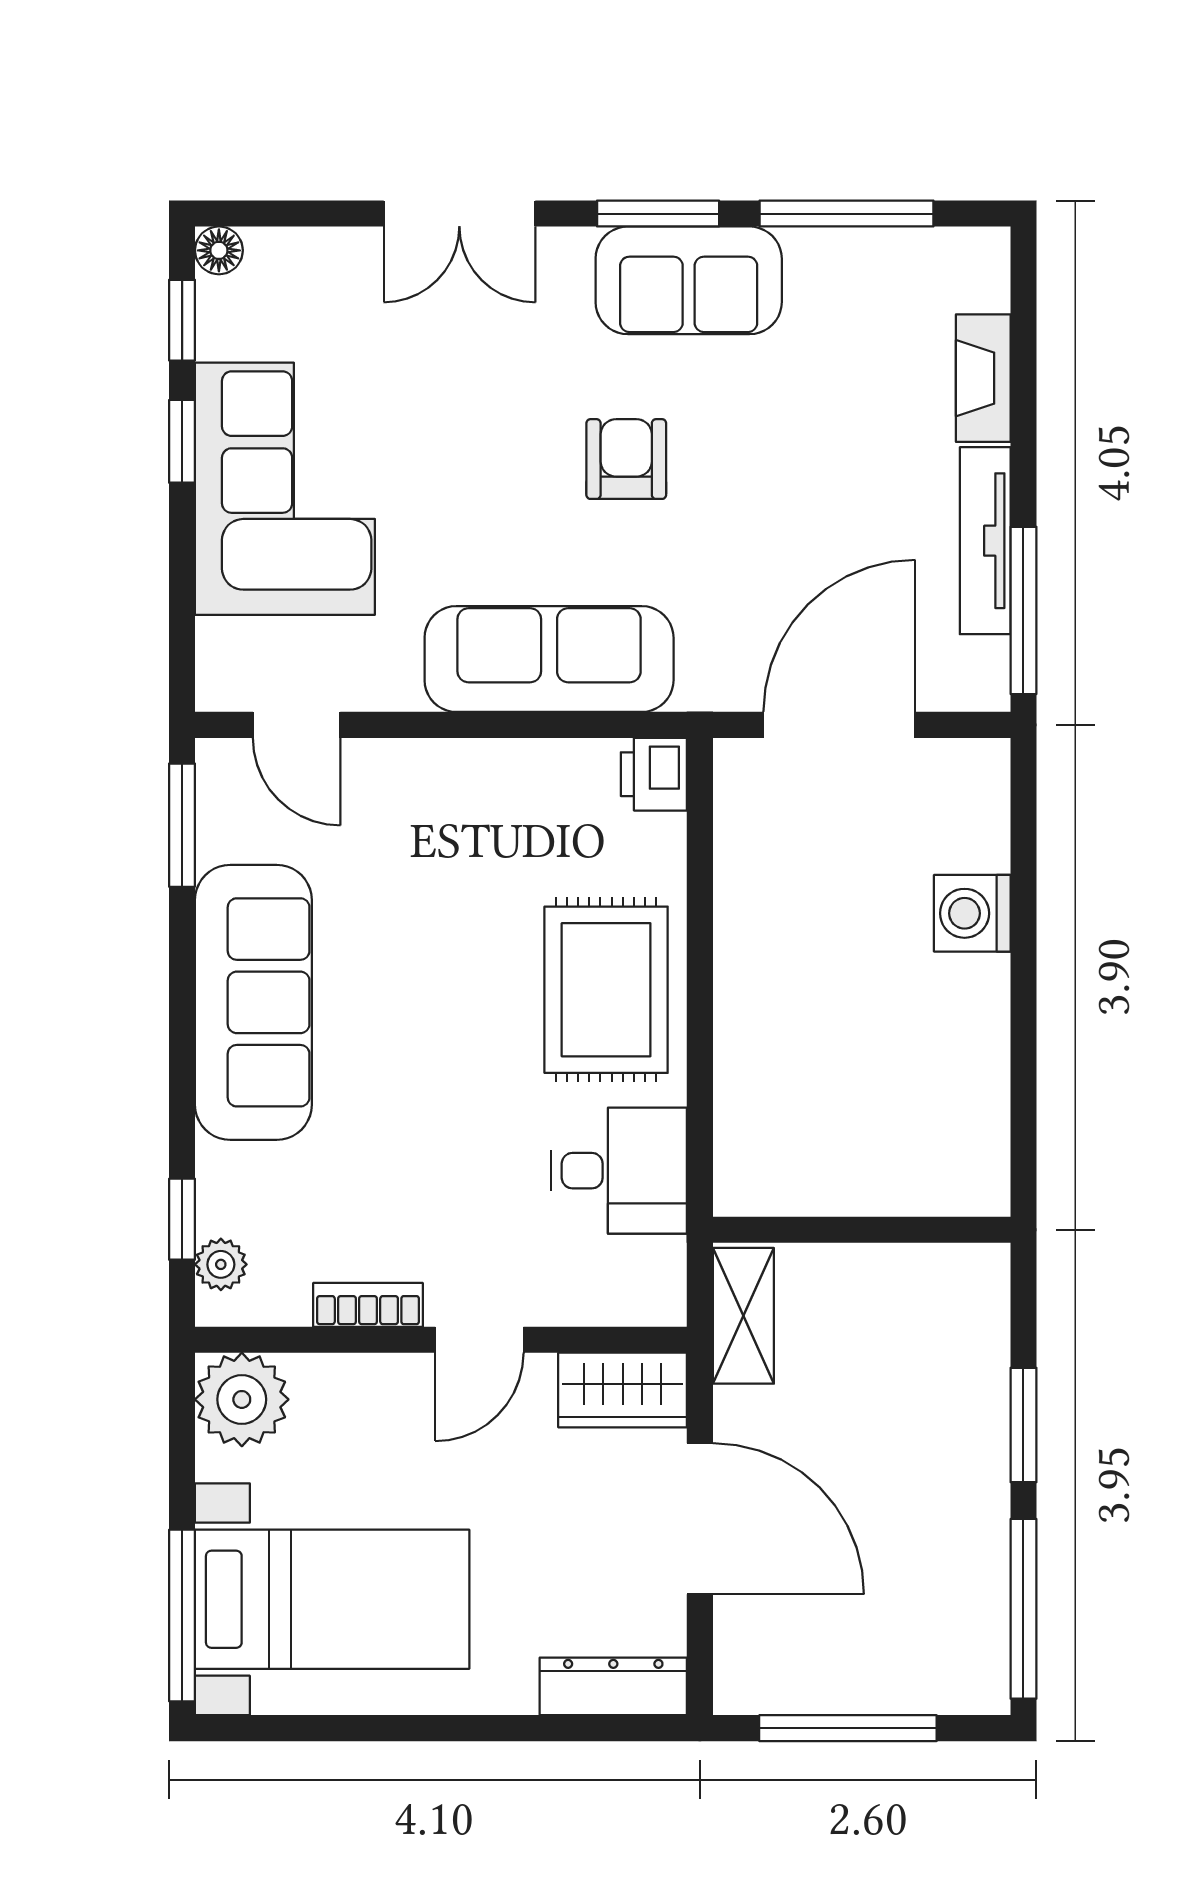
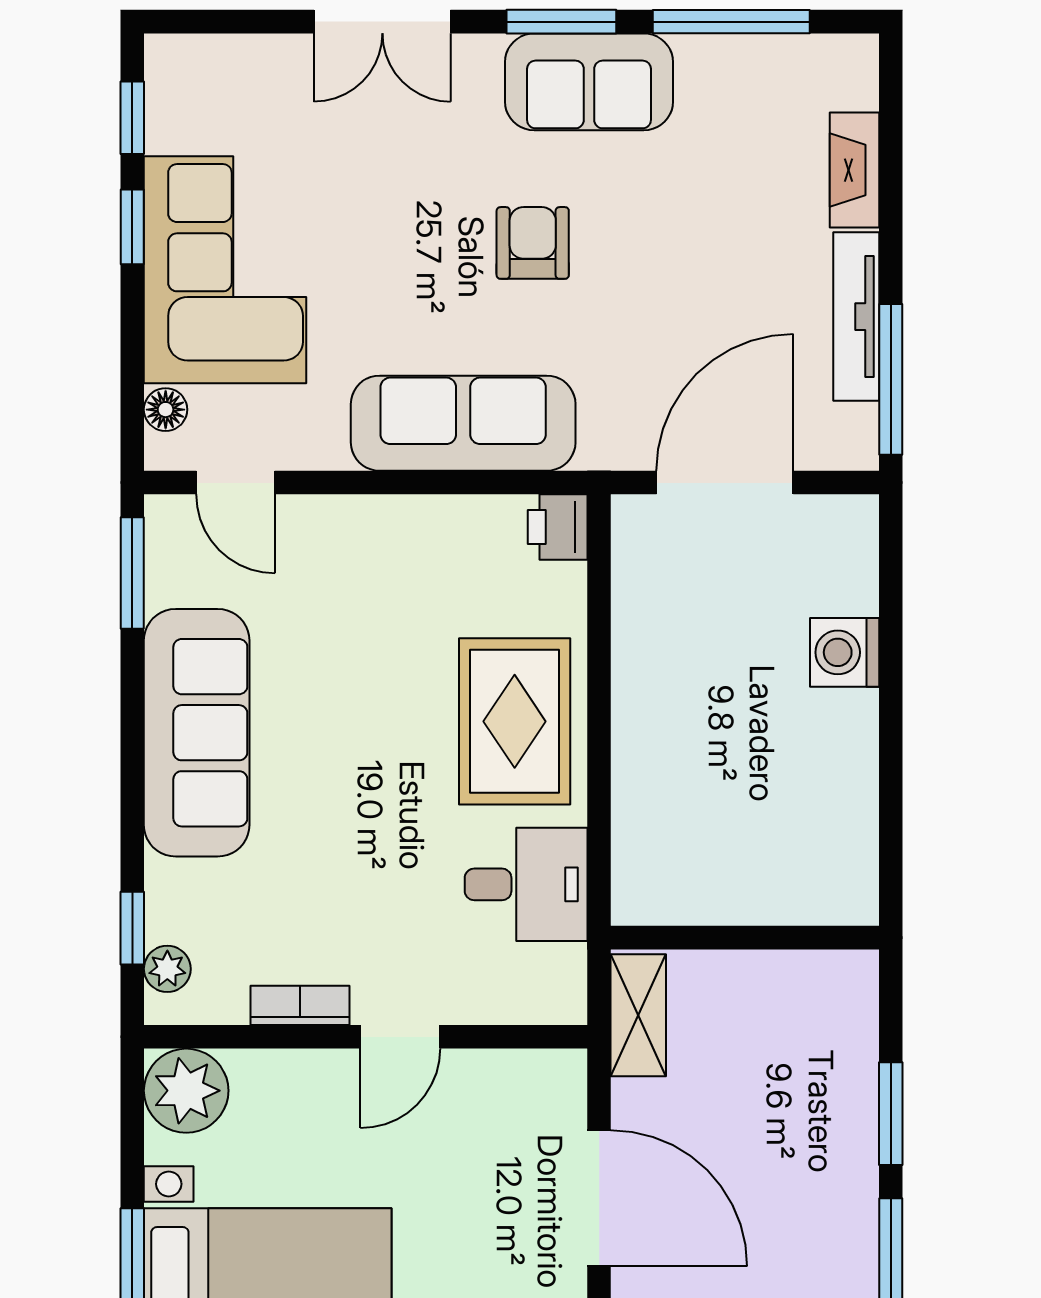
floor lamp: (219, 250) -> (166, 410), moved
wardrobe: (623, 1390) -> (529, 1082), removed

